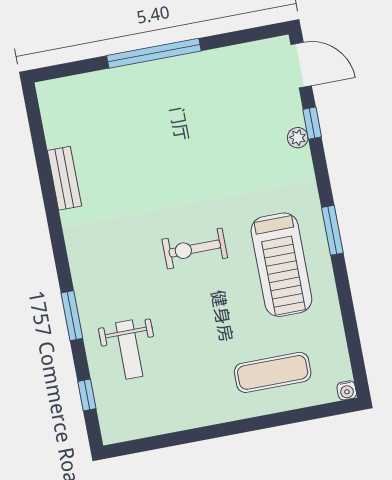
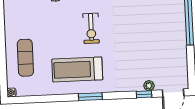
plant: (298, 138) -> (149, 86), moved
exercise bike: (195, 249) -> (91, 28), turned 180

